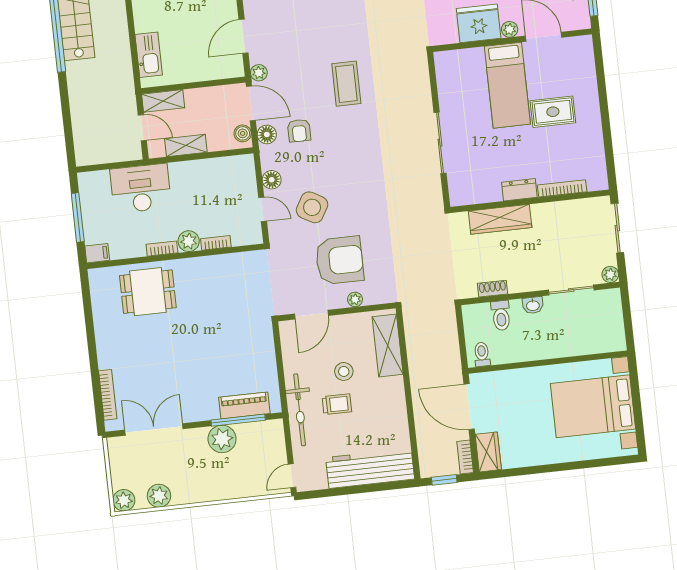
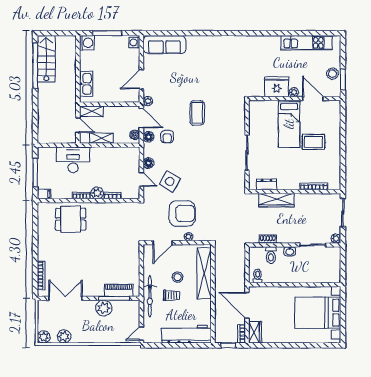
dresser: (519, 190) -> (267, 184), moved
shelving: (388, 346) -> (204, 273), width x1.47

